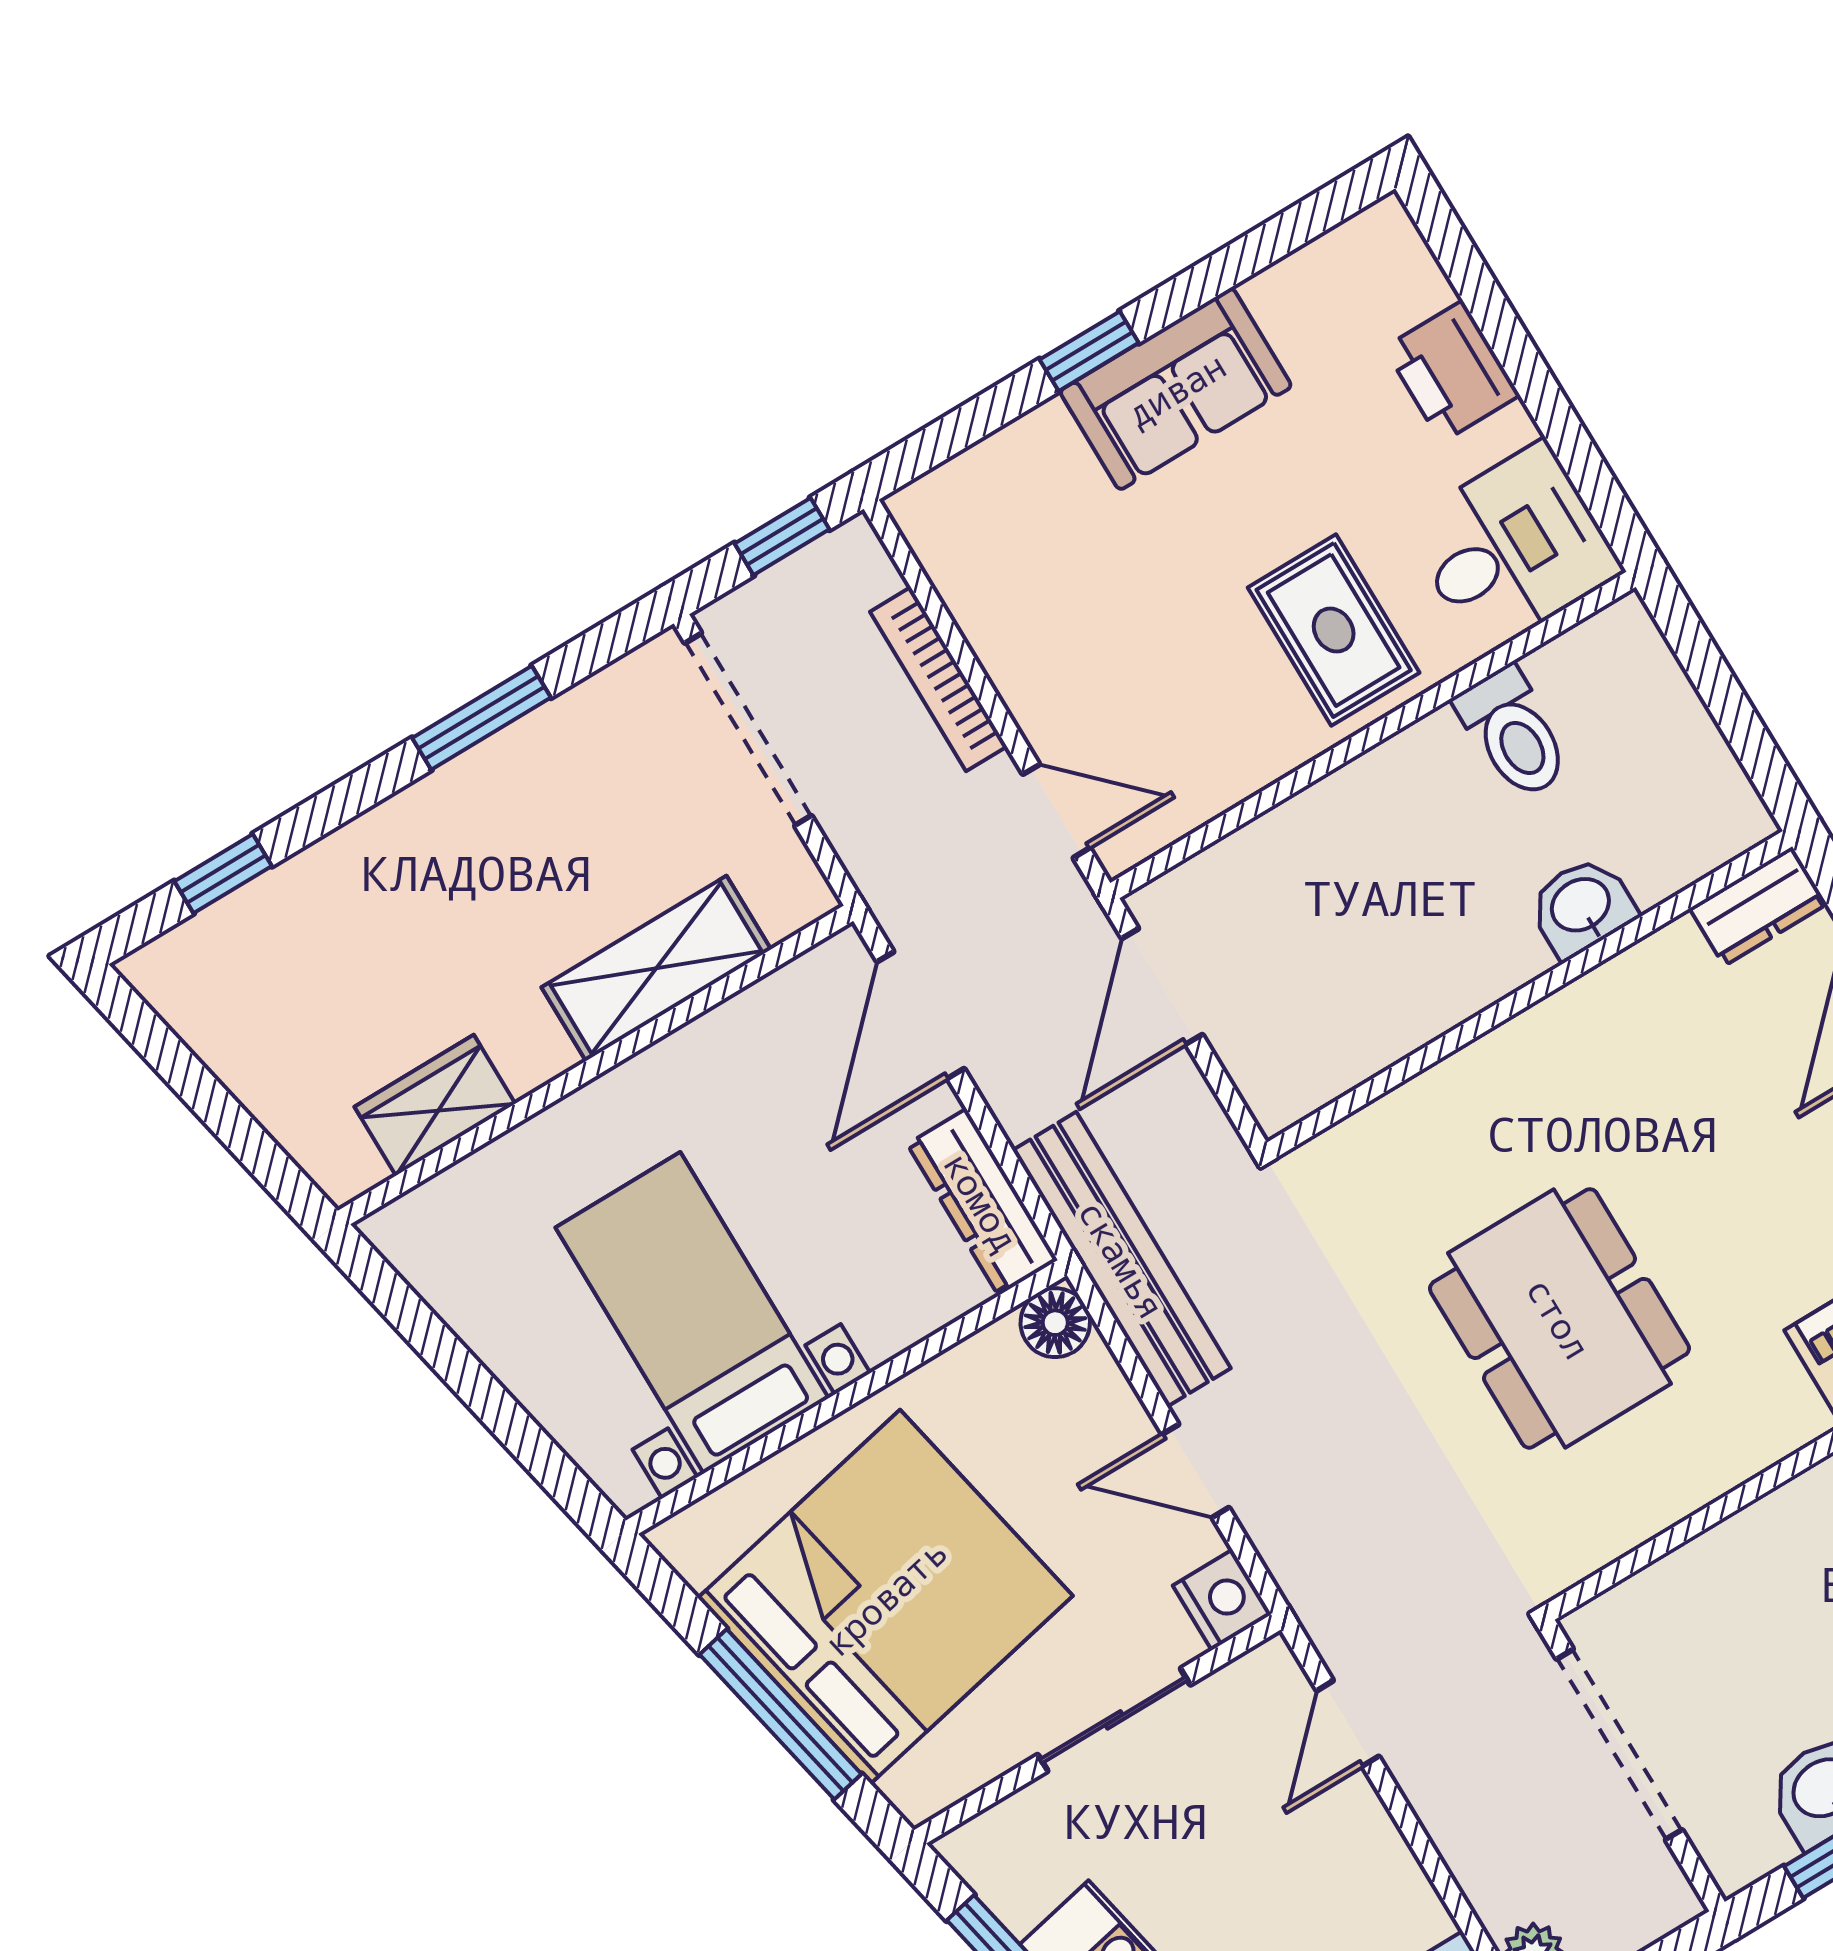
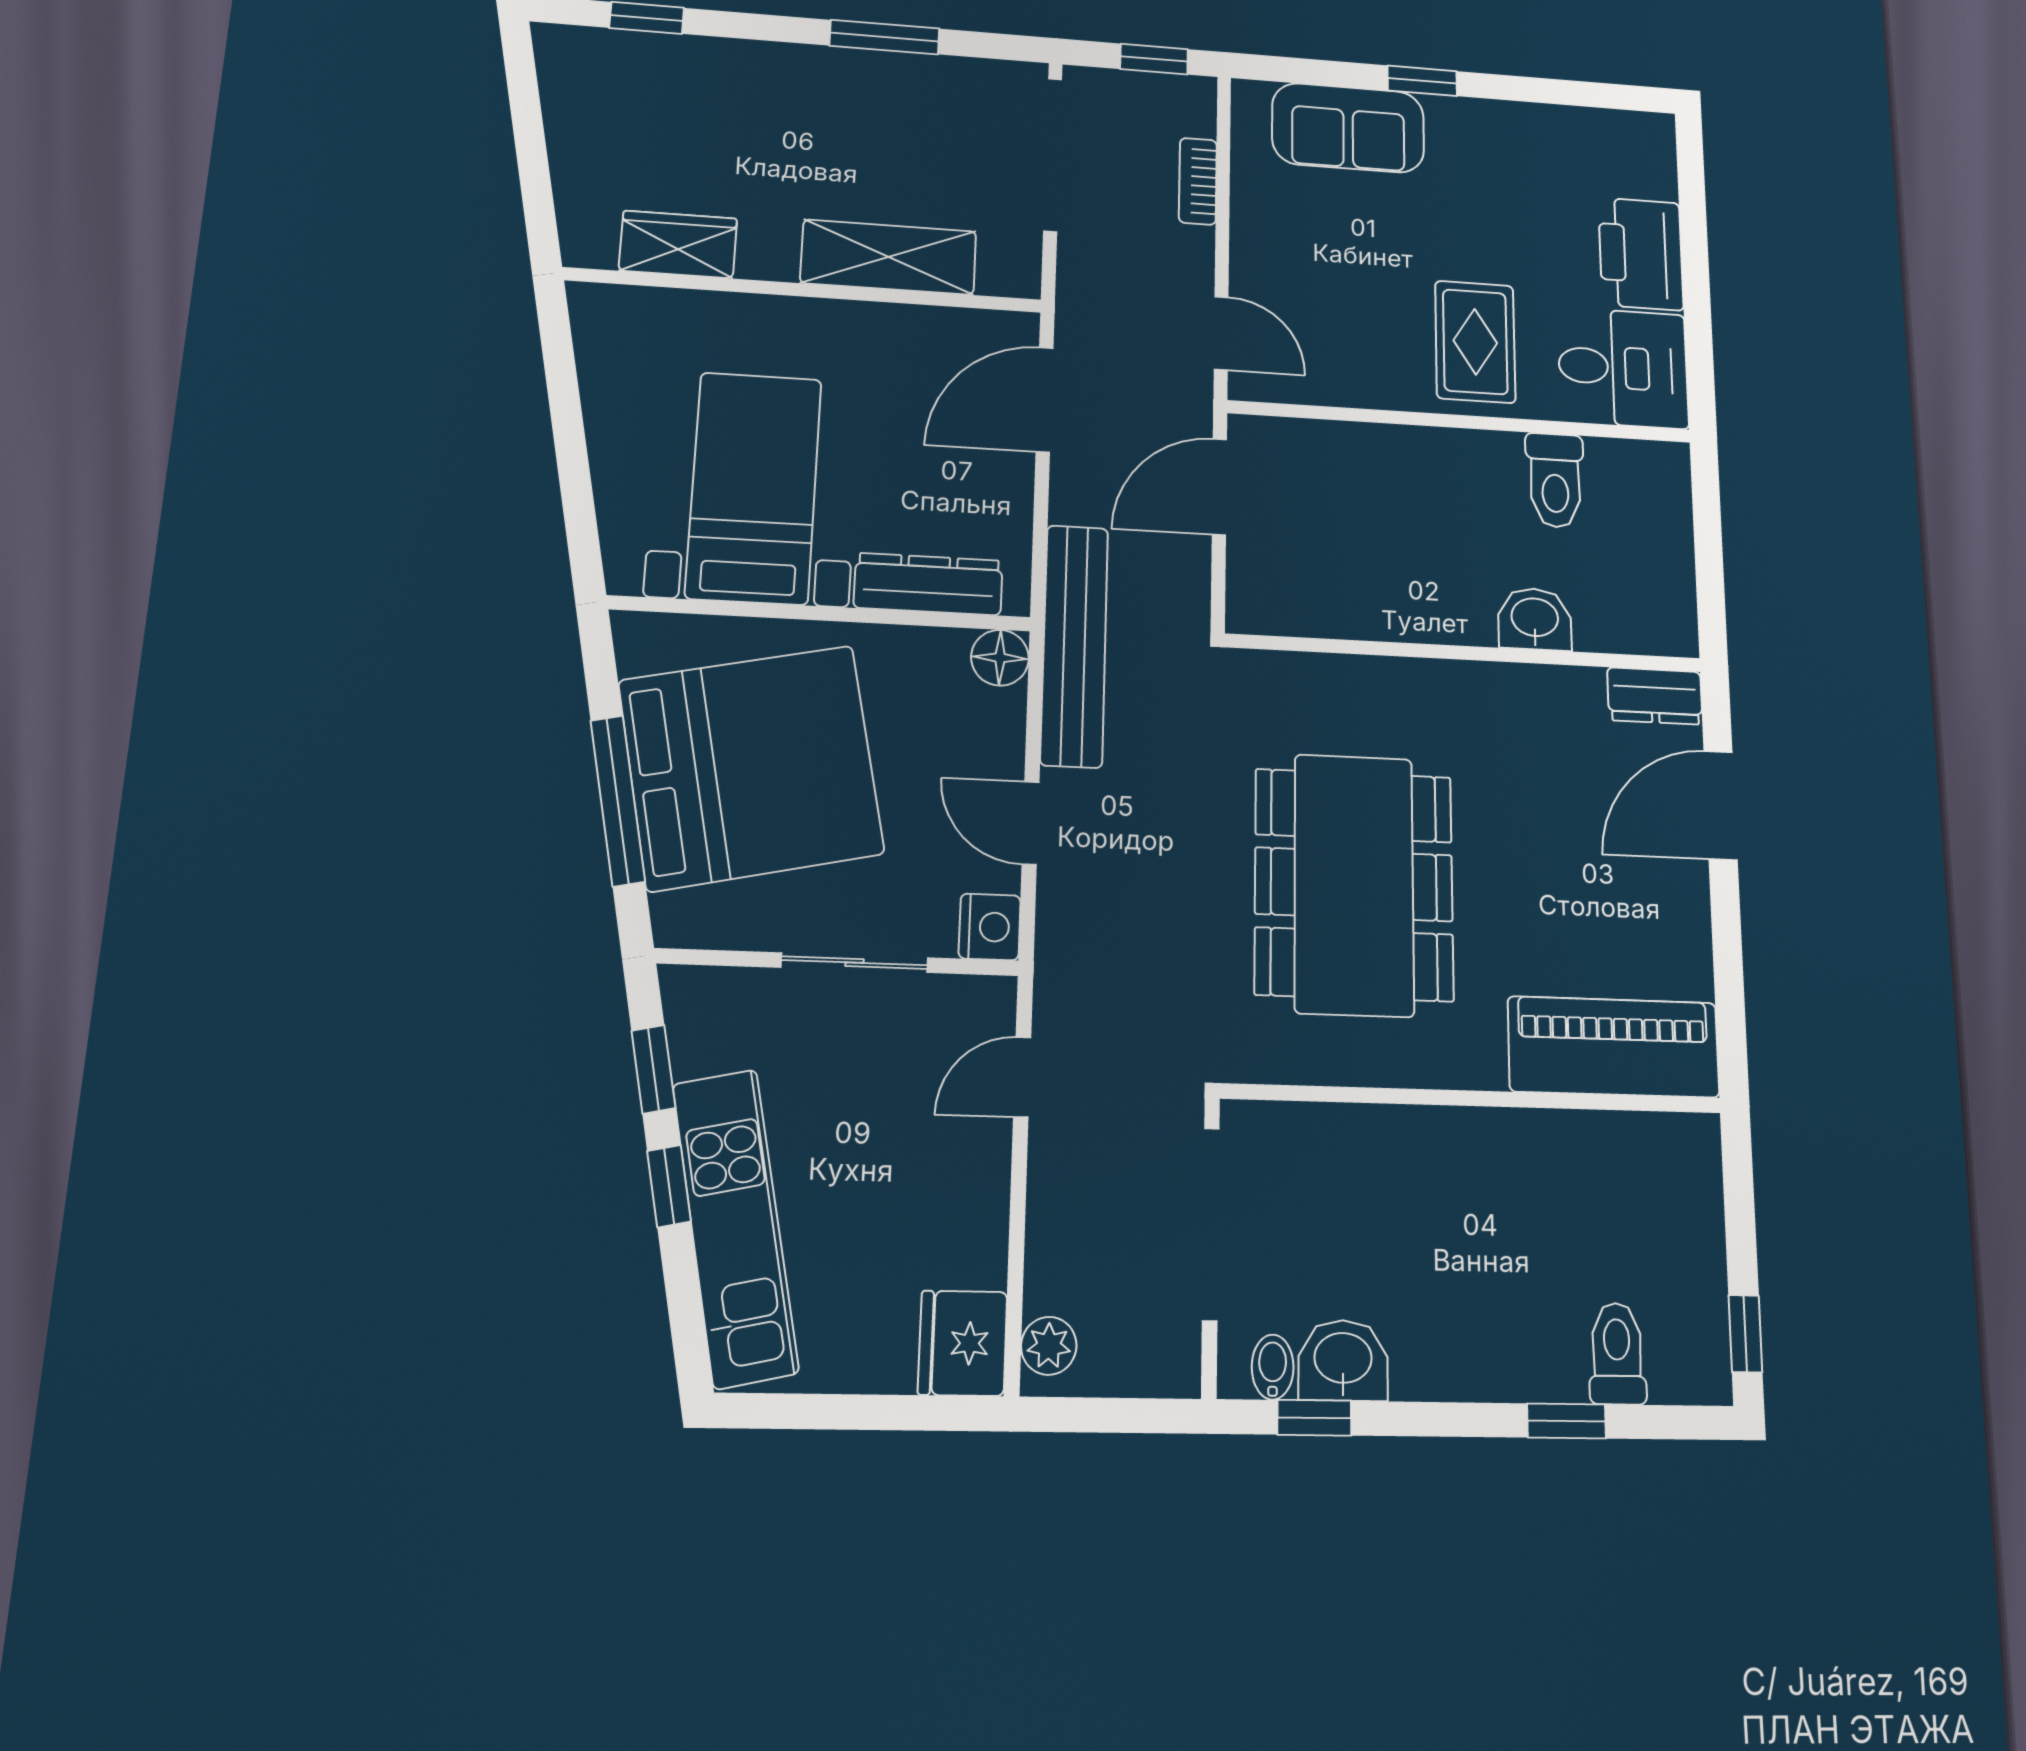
printer: (1452, 371) -> (1641, 254), width x1.37, depth x1.19
sofa: (1176, 389) -> (1348, 128), moved
bookcase: (938, 679) -> (1198, 181), width x0.64
dresser: (982, 1202) -> (928, 584), moved, turned 90
dining table: (1559, 1318) -> (1354, 884), width x1.36, depth x1.24
bidet: (1761, 1839) -> (1273, 1367), added

